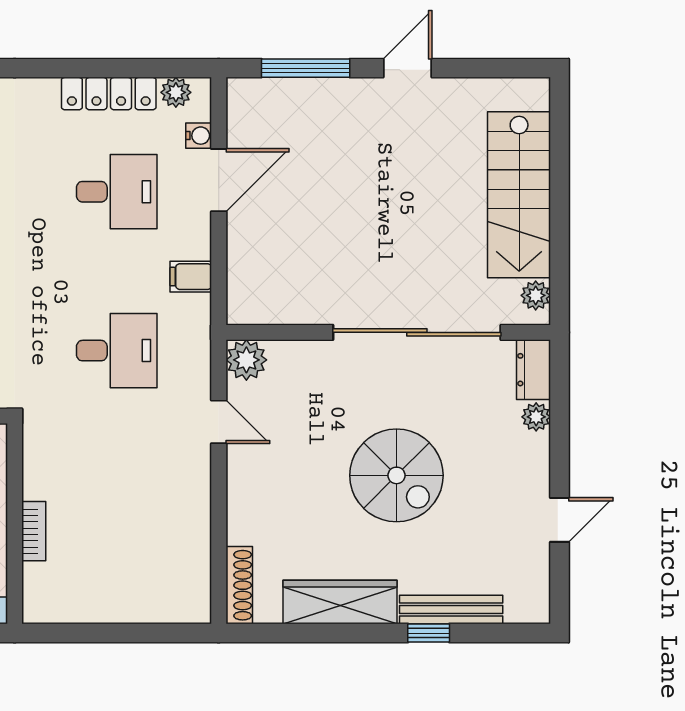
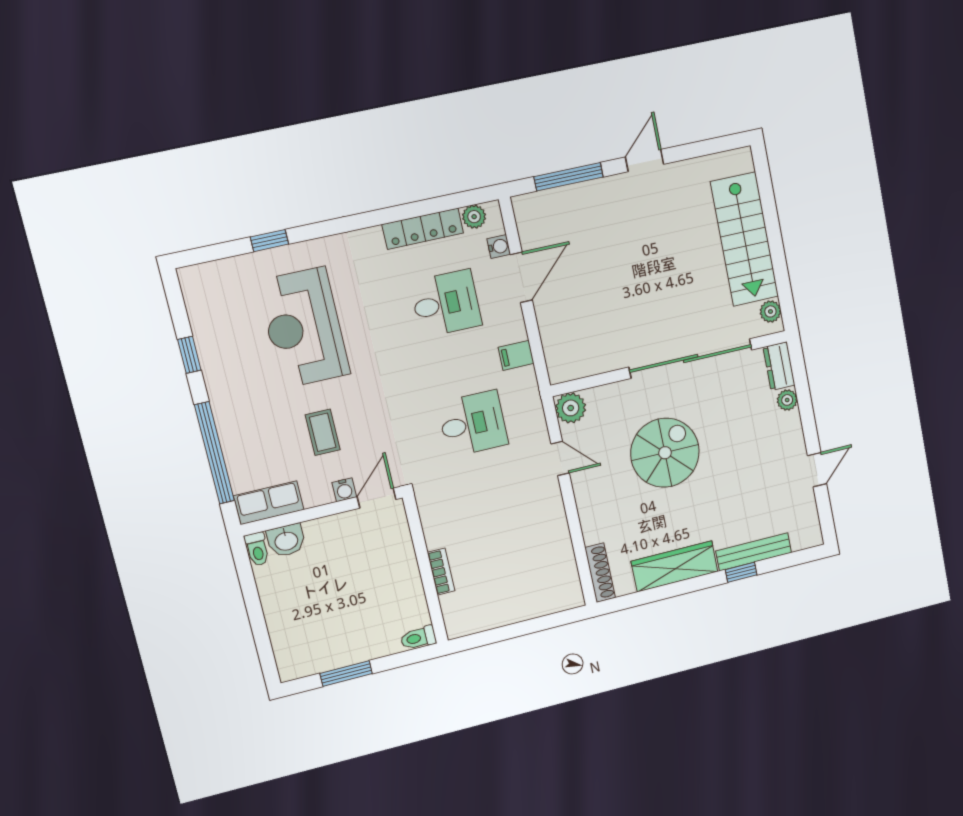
spiral stairs: (396, 475) -> (665, 453), moved, turned -90

